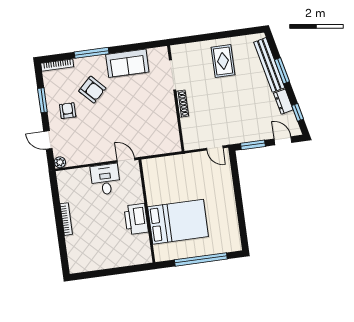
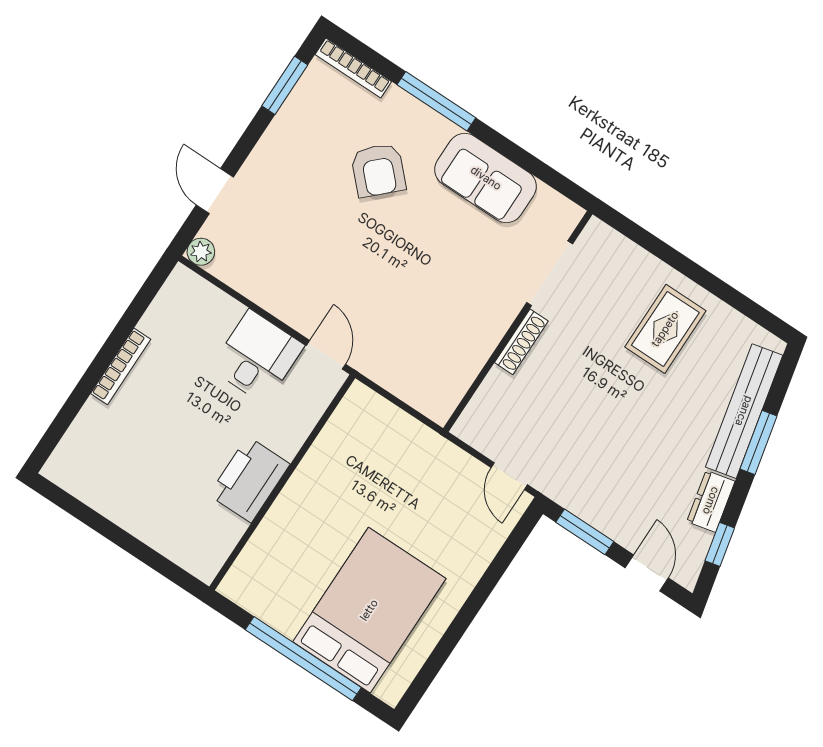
window: (42, 100) -> (285, 85), moved
armchair: (68, 111) -> (299, 169), removed
bed: (178, 222) -> (369, 610), moved, turned -90

